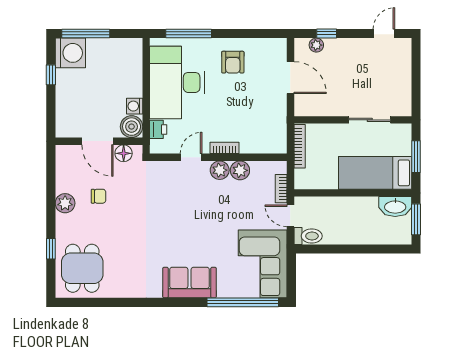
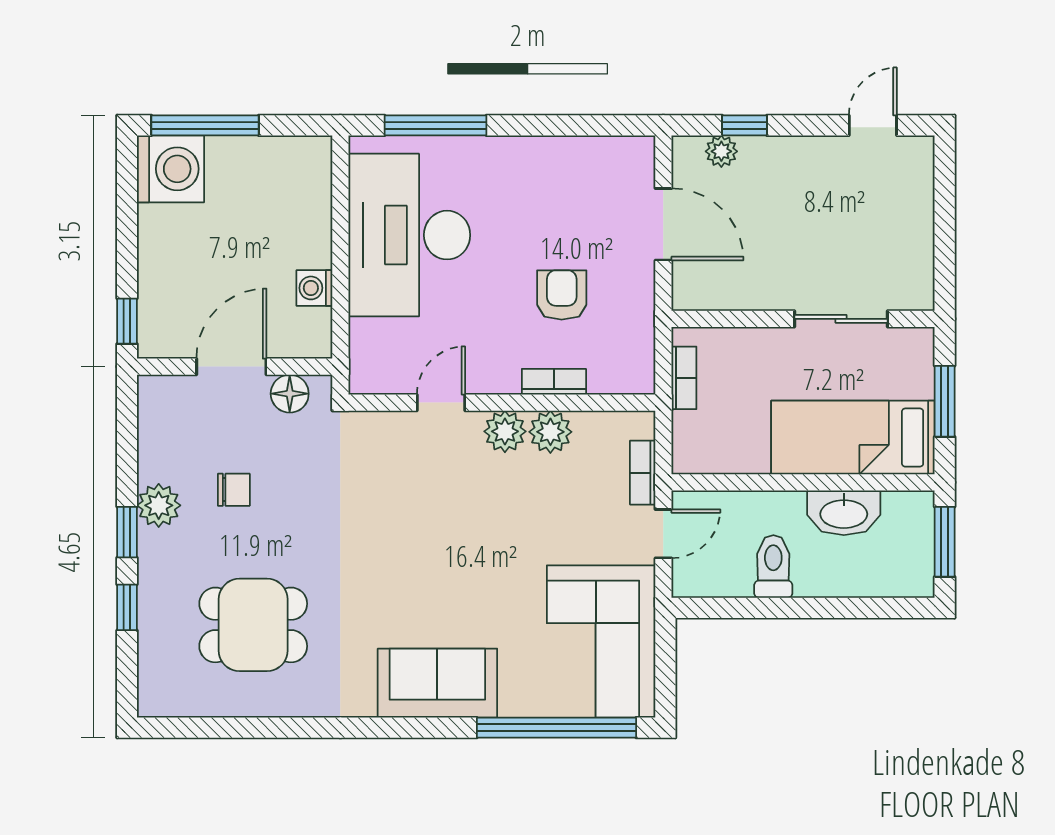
armchair: (233, 62) -> (562, 295), moved, turned 180
window: (51, 75) -> (127, 321), moved
boiler: (132, 127) -> (308, 334), removed
printer: (158, 129) -> (367, 340), removed
door: (97, 141) -> (231, 367), swing flipped
bookcase: (300, 146) -> (684, 378), width x0.64
bookcase: (224, 148) -> (554, 382), moved
washbasin: (395, 206) -> (844, 513), moved
window: (51, 215) -> (127, 532), added
door: (290, 216) -> (663, 534), swing flipped
toilet: (308, 236) -> (773, 567), moved, turned -90
dining table: (82, 268) -> (253, 625), moved, turned 90

